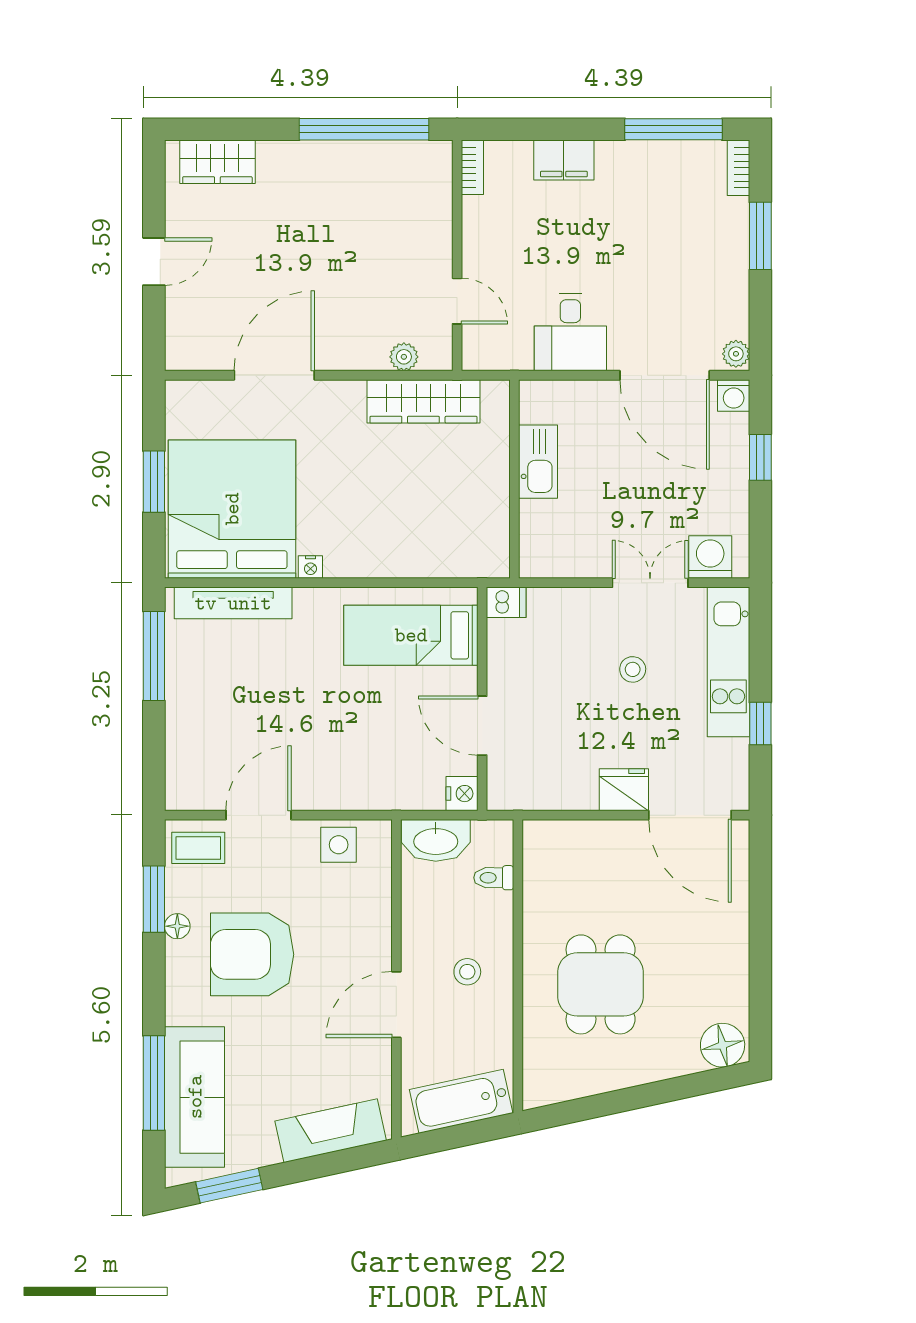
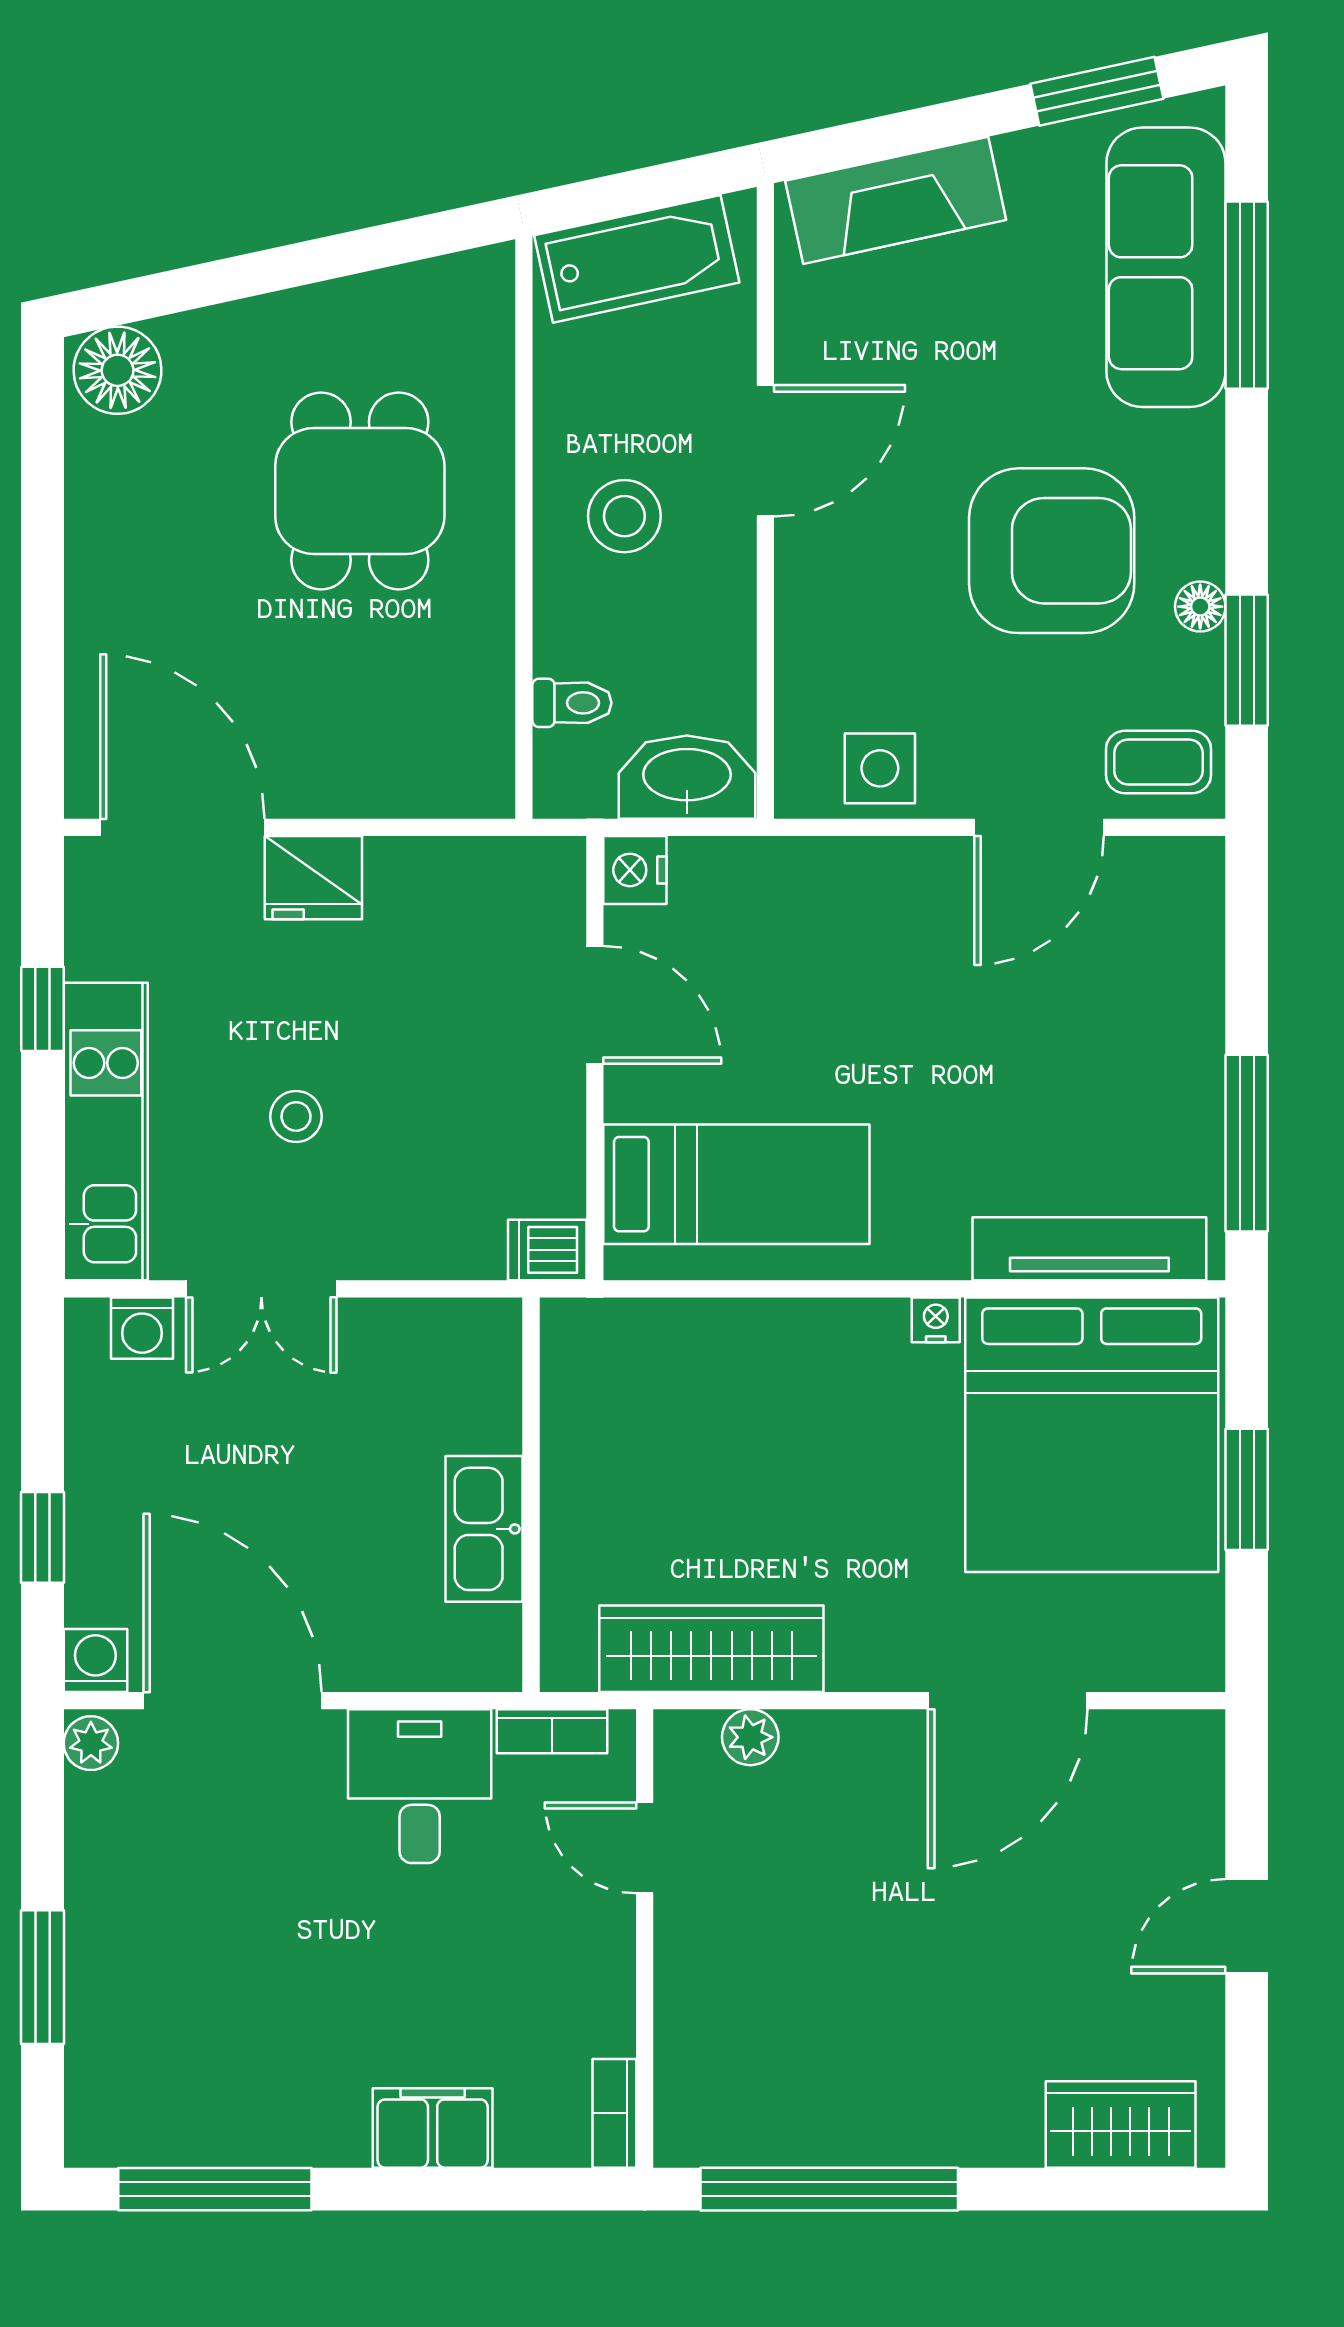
bookcase: (738, 168) -> (552, 1731), moved, turned 90
washing machine: (710, 557) -> (142, 1328), width x0.73, depth x0.73
stool: (467, 972) -> (624, 516), width x1.37, depth x1.37

